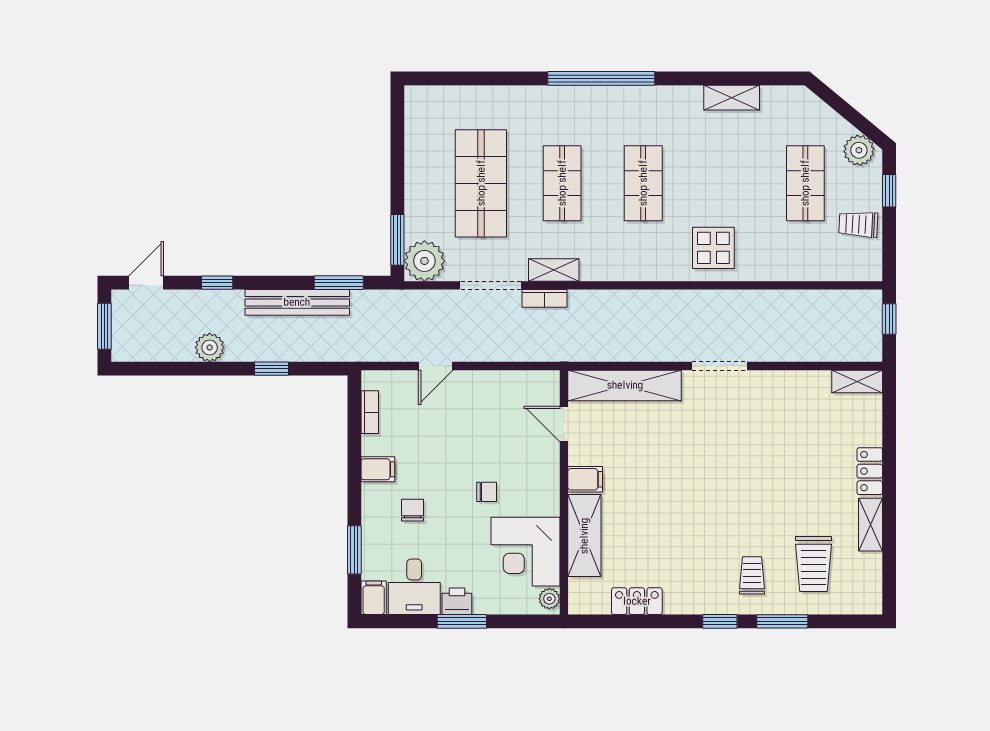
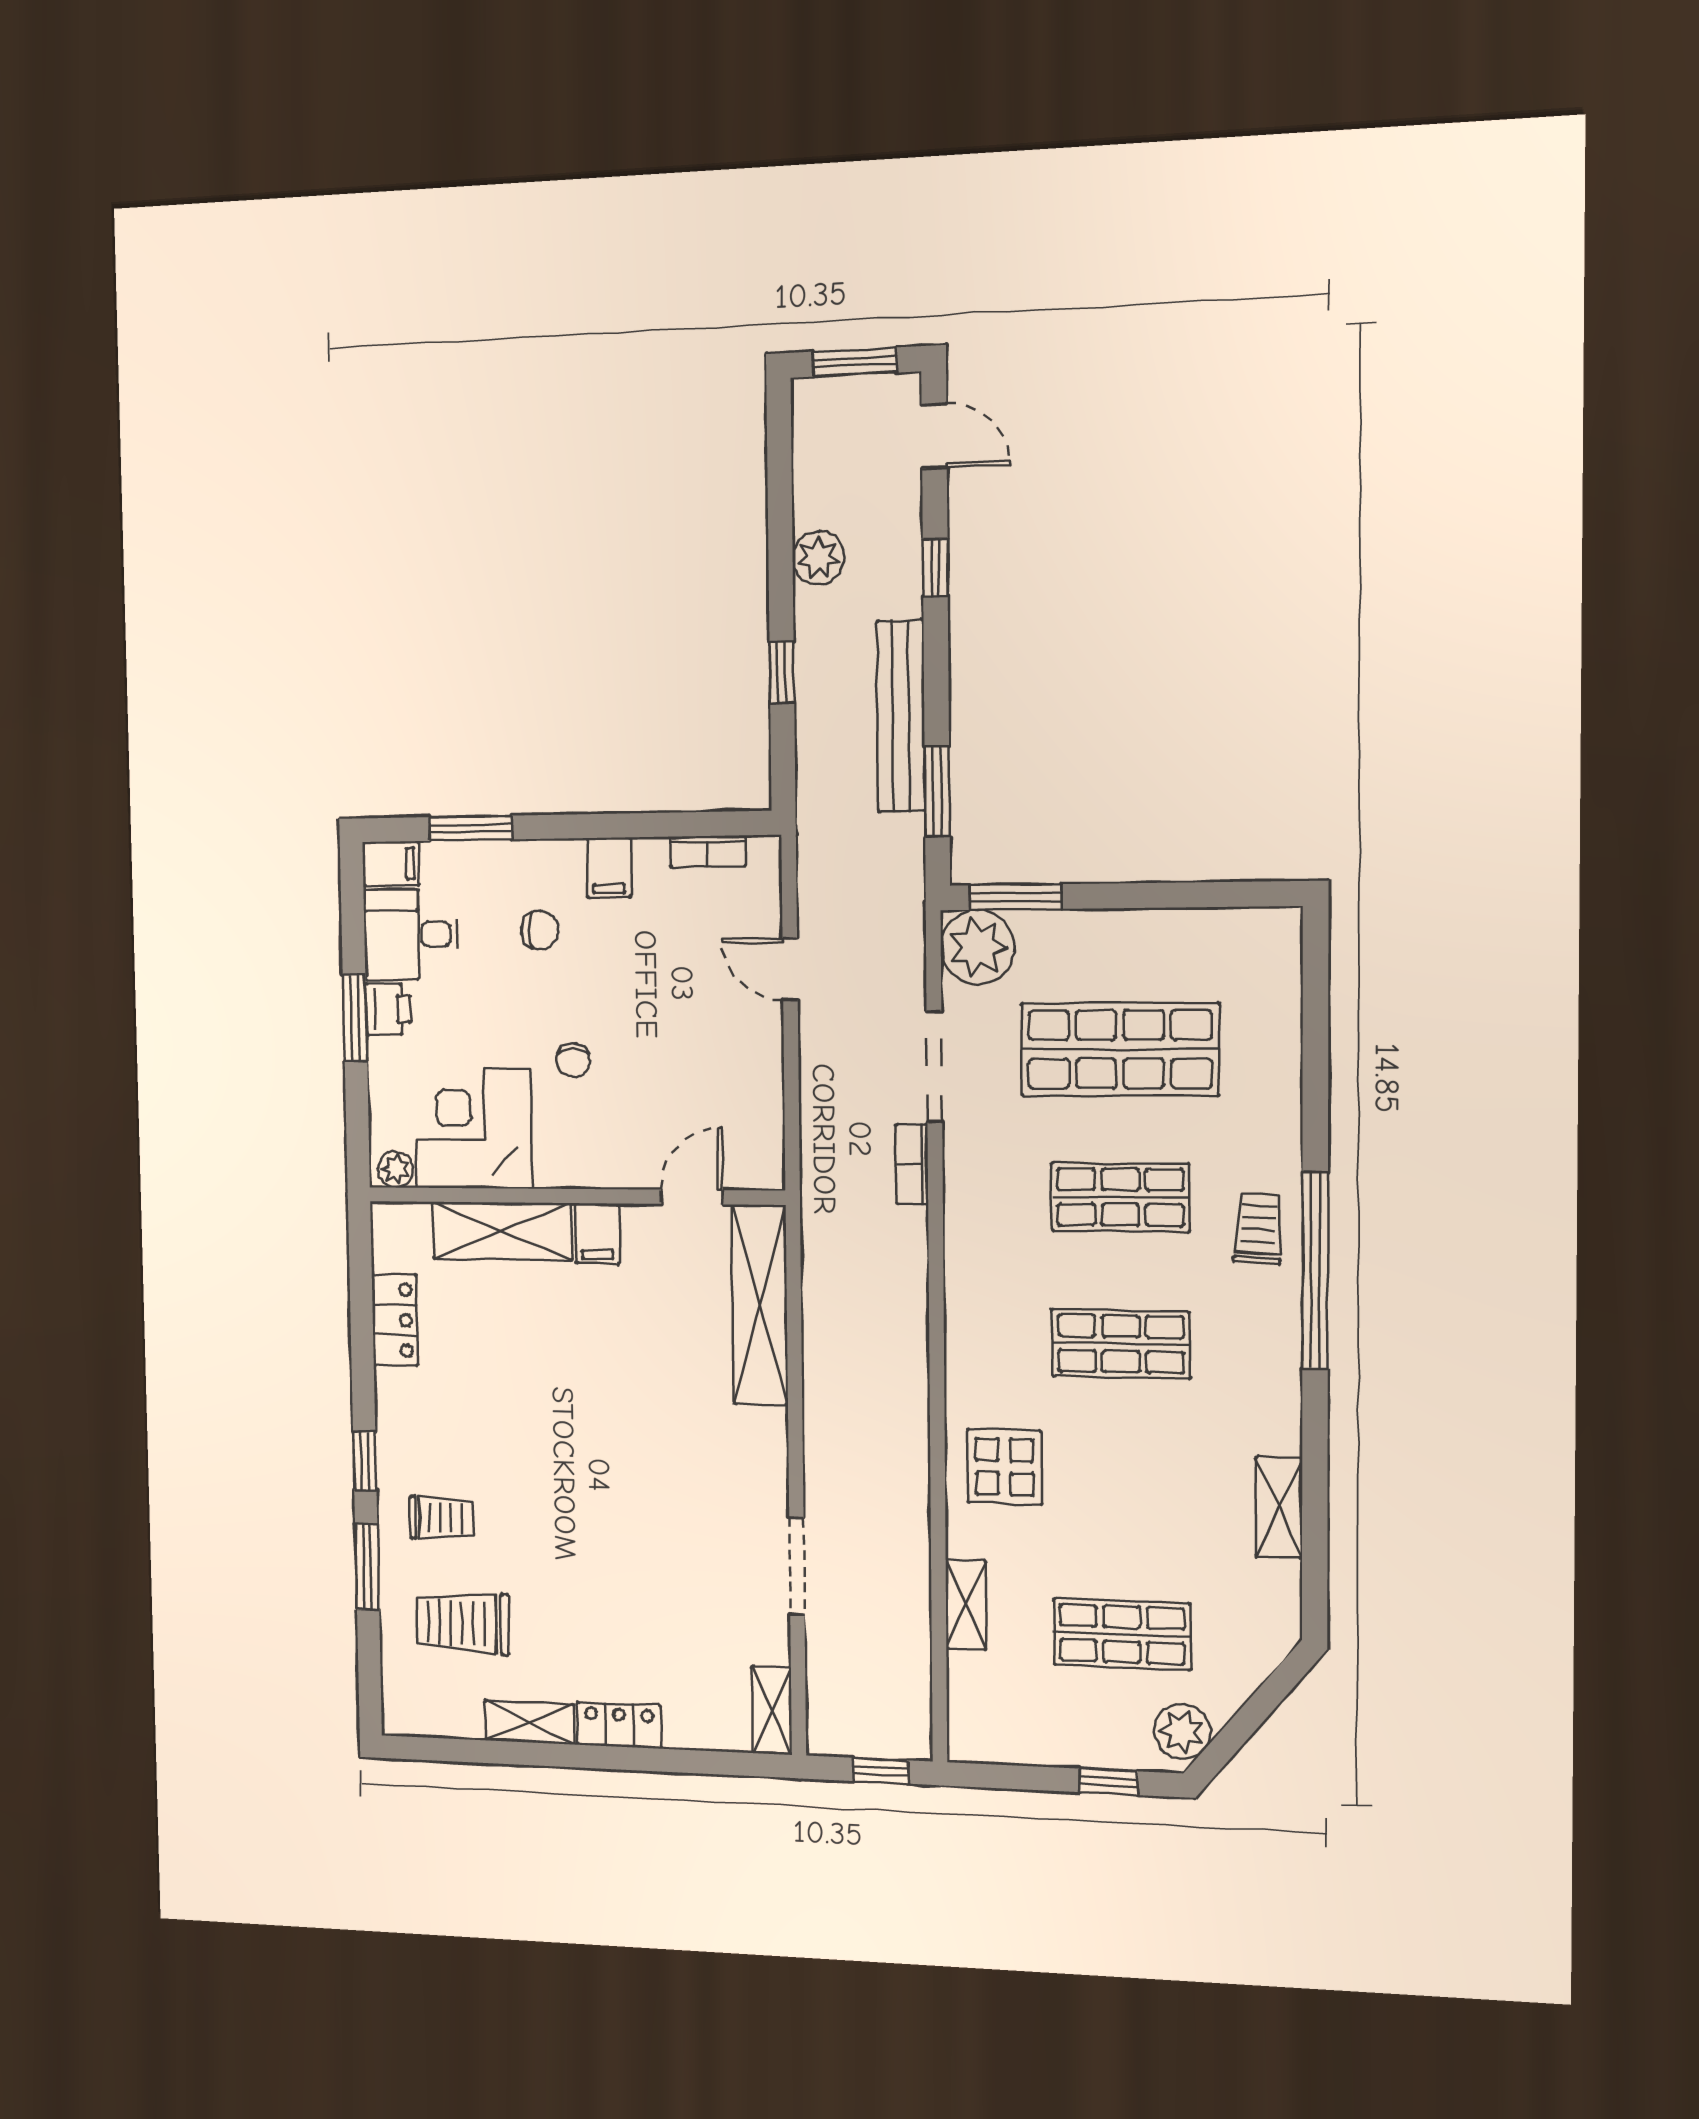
trolley: (858, 224) -> (1258, 1229), moved
shelving: (554, 270) -> (966, 1604), moved
doorway: (719, 366) -> (797, 1566), moved

